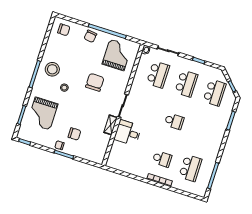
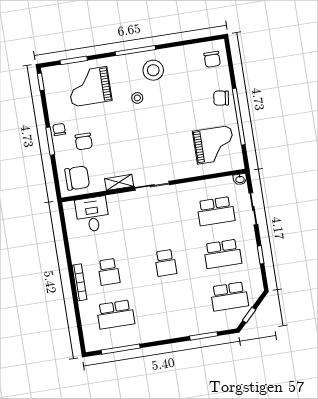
chair: (95, 82) -> (77, 178), moved
desk: (128, 133) -> (92, 214), moved

